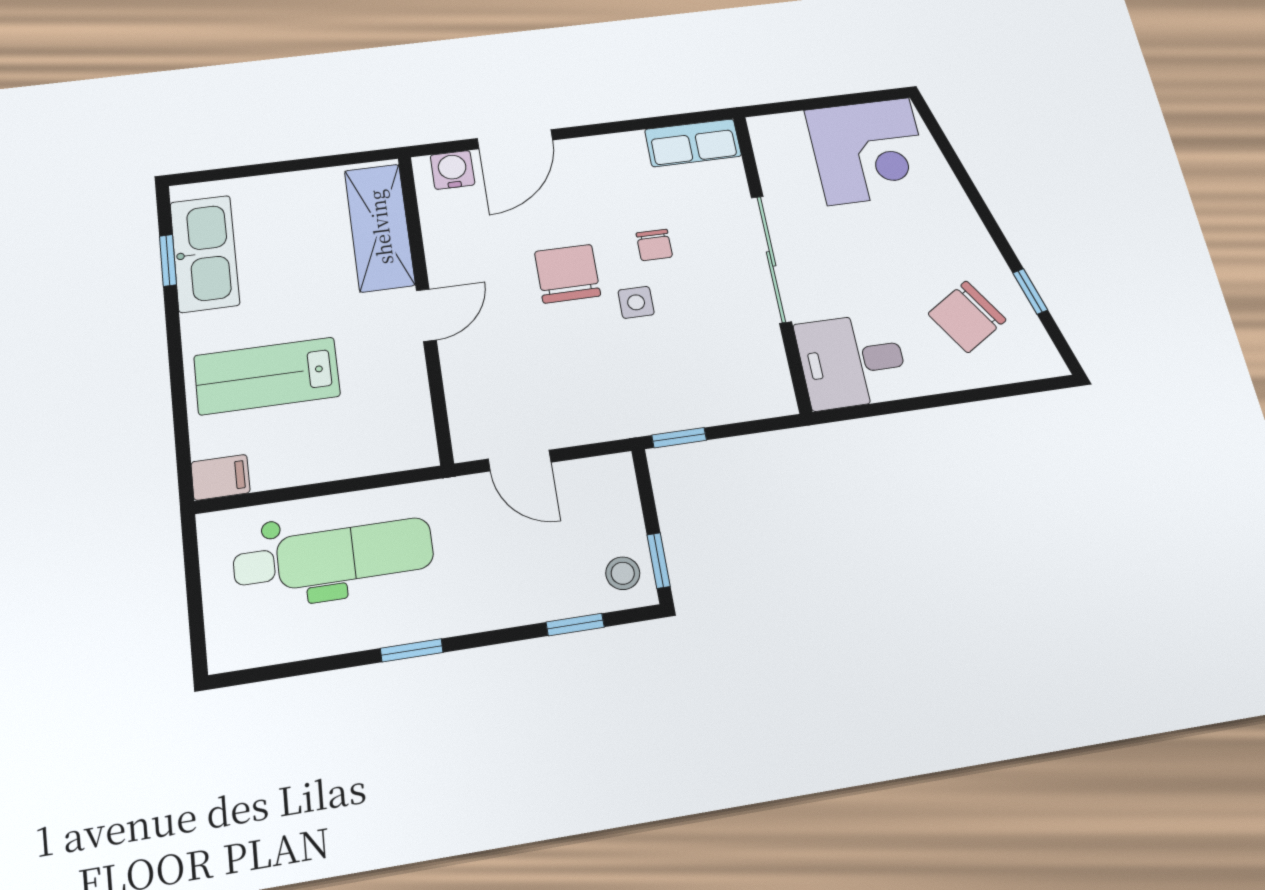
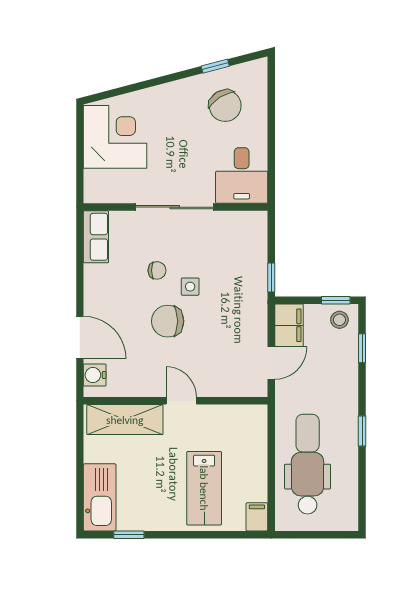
kitchen sink: (205, 253) -> (100, 497), moved, turned 90
filing cabinet: (596, 482) -> (289, 325), added

